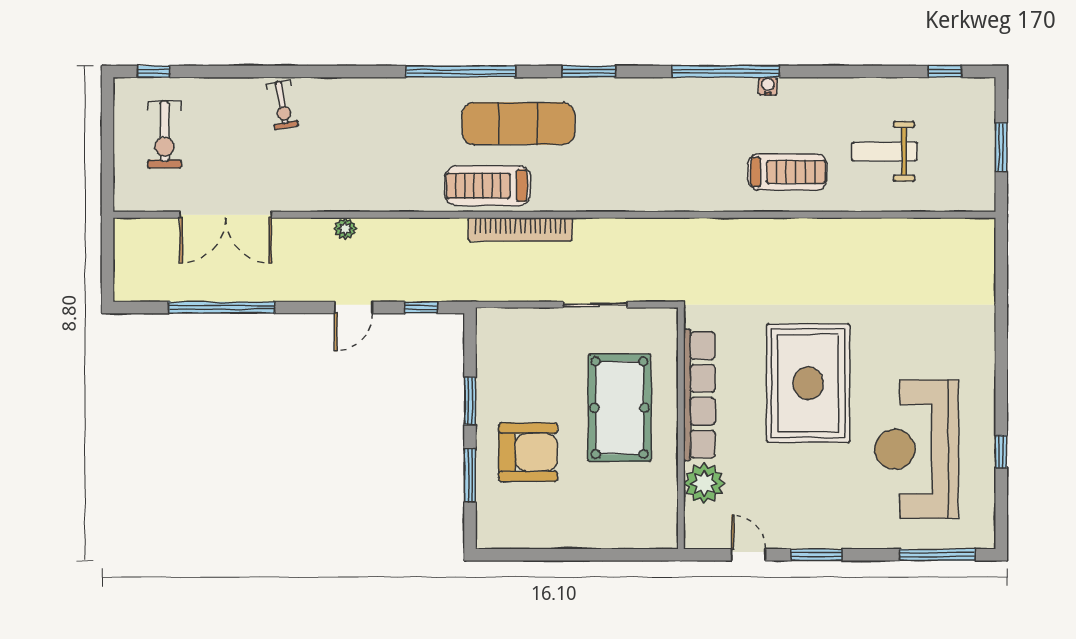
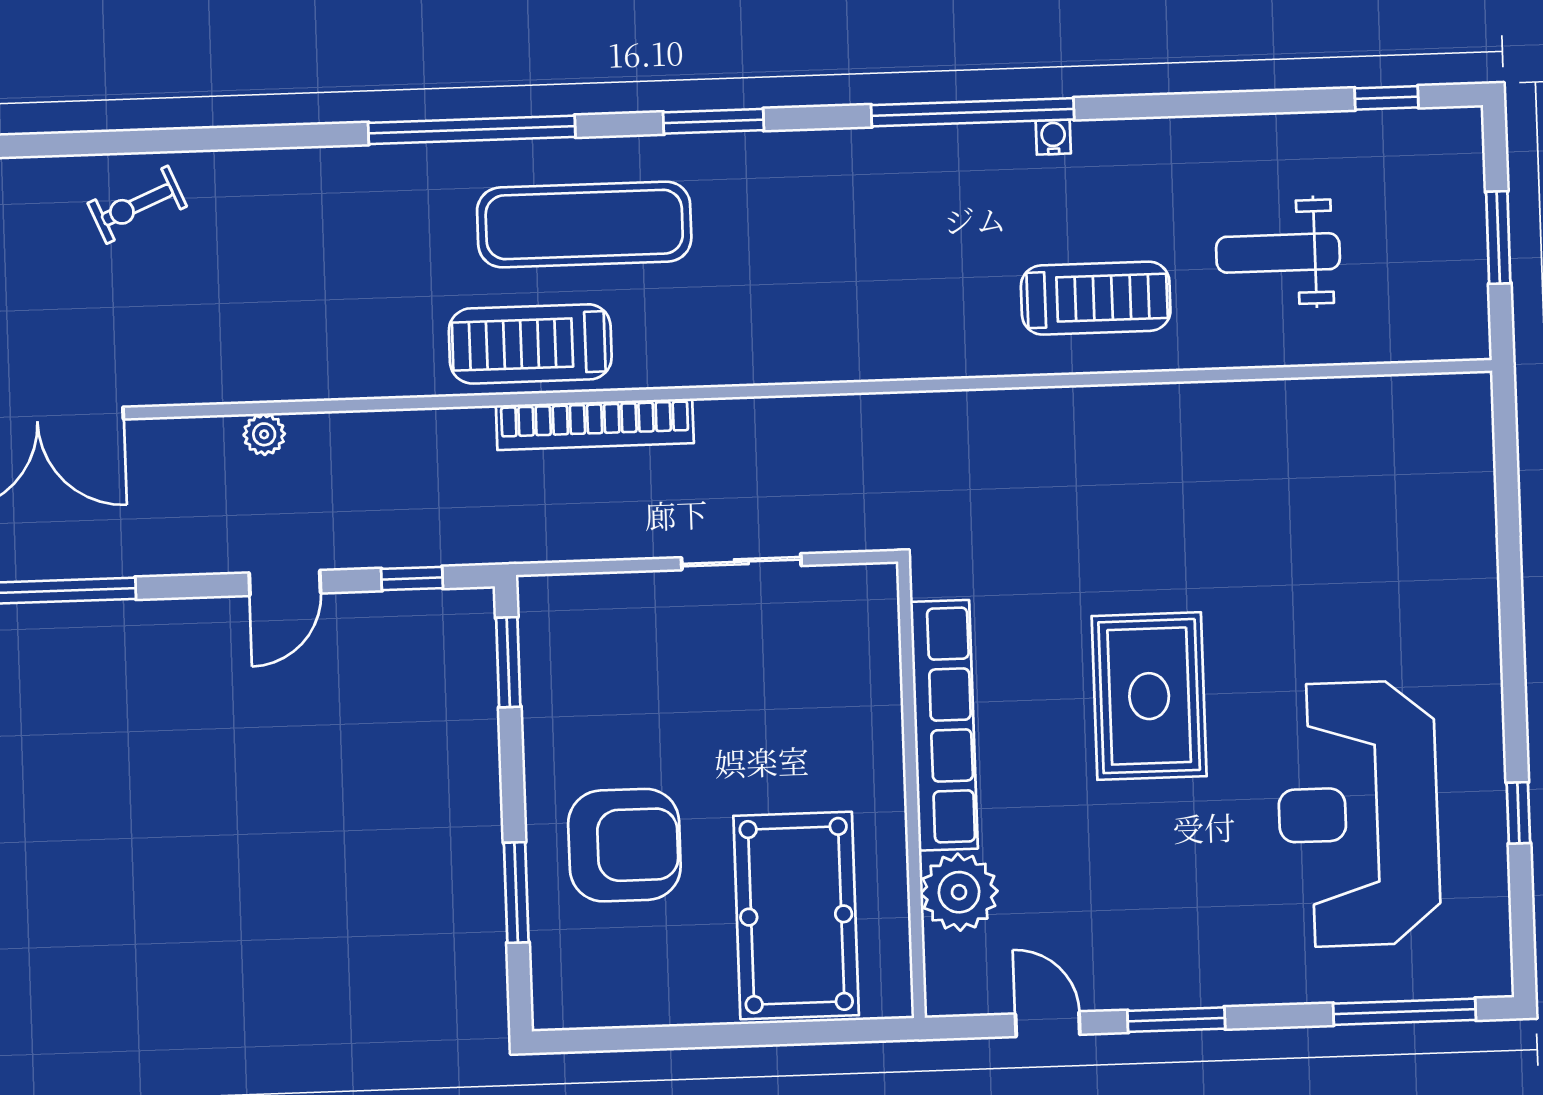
exercise bike: (282, 105) -> (137, 205), turned 77
rug: (808, 383) -> (1149, 696), width x0.73, depth x0.69
window: (470, 401) -> (508, 662), moved
pool table: (620, 408) -> (796, 915), moved

